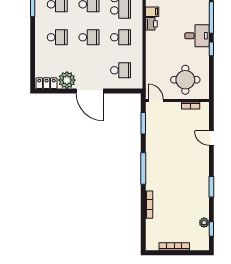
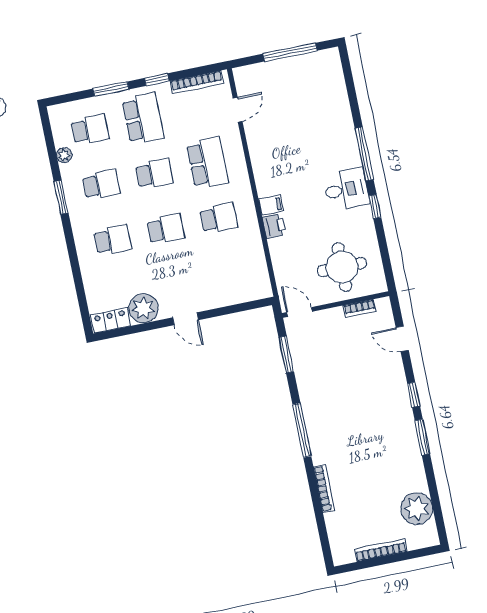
filing cabinet: (152, 12) -> (271, 205), moved
printer: (151, 24) -> (274, 226), moved
school desk: (121, 70) -> (230, 273), removed
door: (90, 91) -> (186, 319), width x0.53
door: (211, 138) -> (402, 339), moved
plant: (204, 223) -> (417, 509), width x1.87, depth x1.87
window: (211, 229) -> (414, 395), moved

